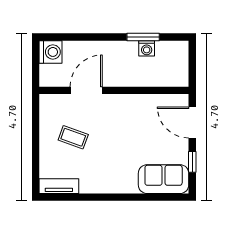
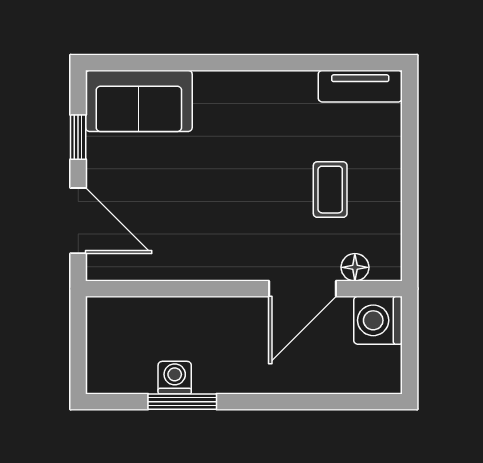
washing machine: (51, 52) -> (378, 320), moved
floor lamp: (61, 100) -> (355, 267), added
coffee table: (73, 137) -> (330, 190), turned 70

